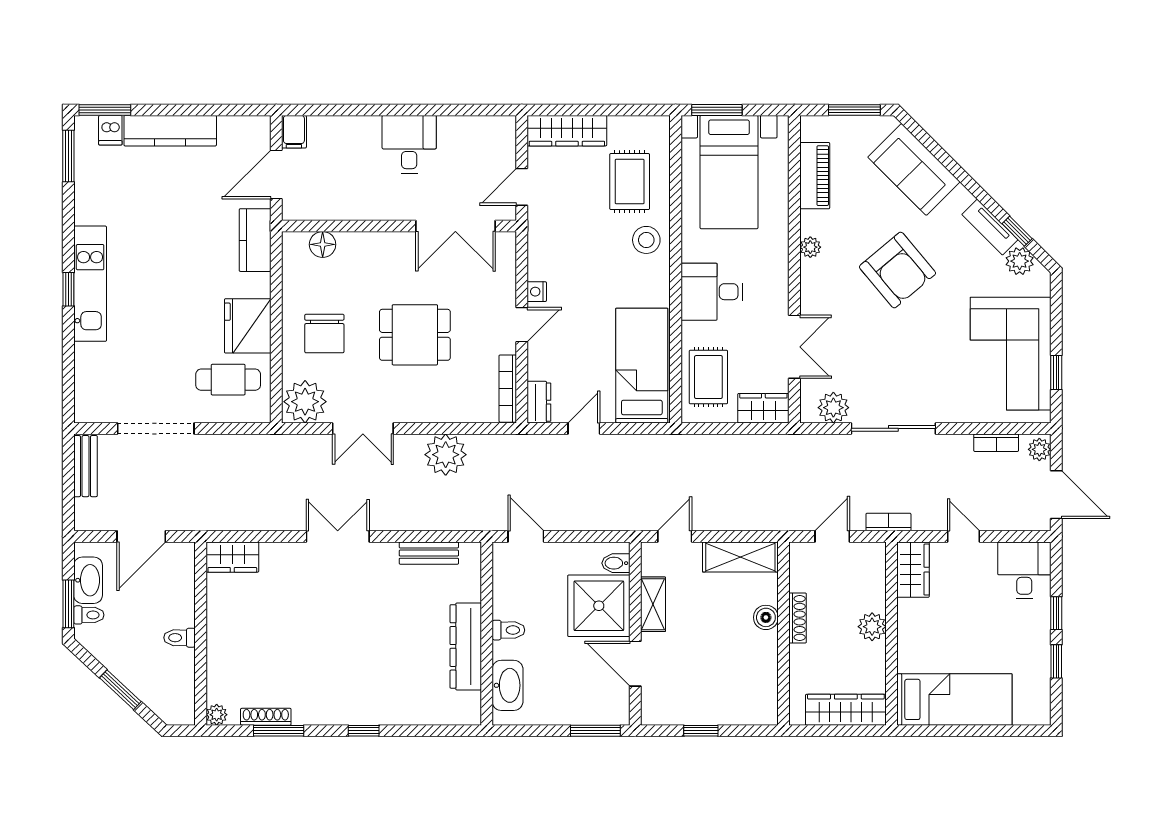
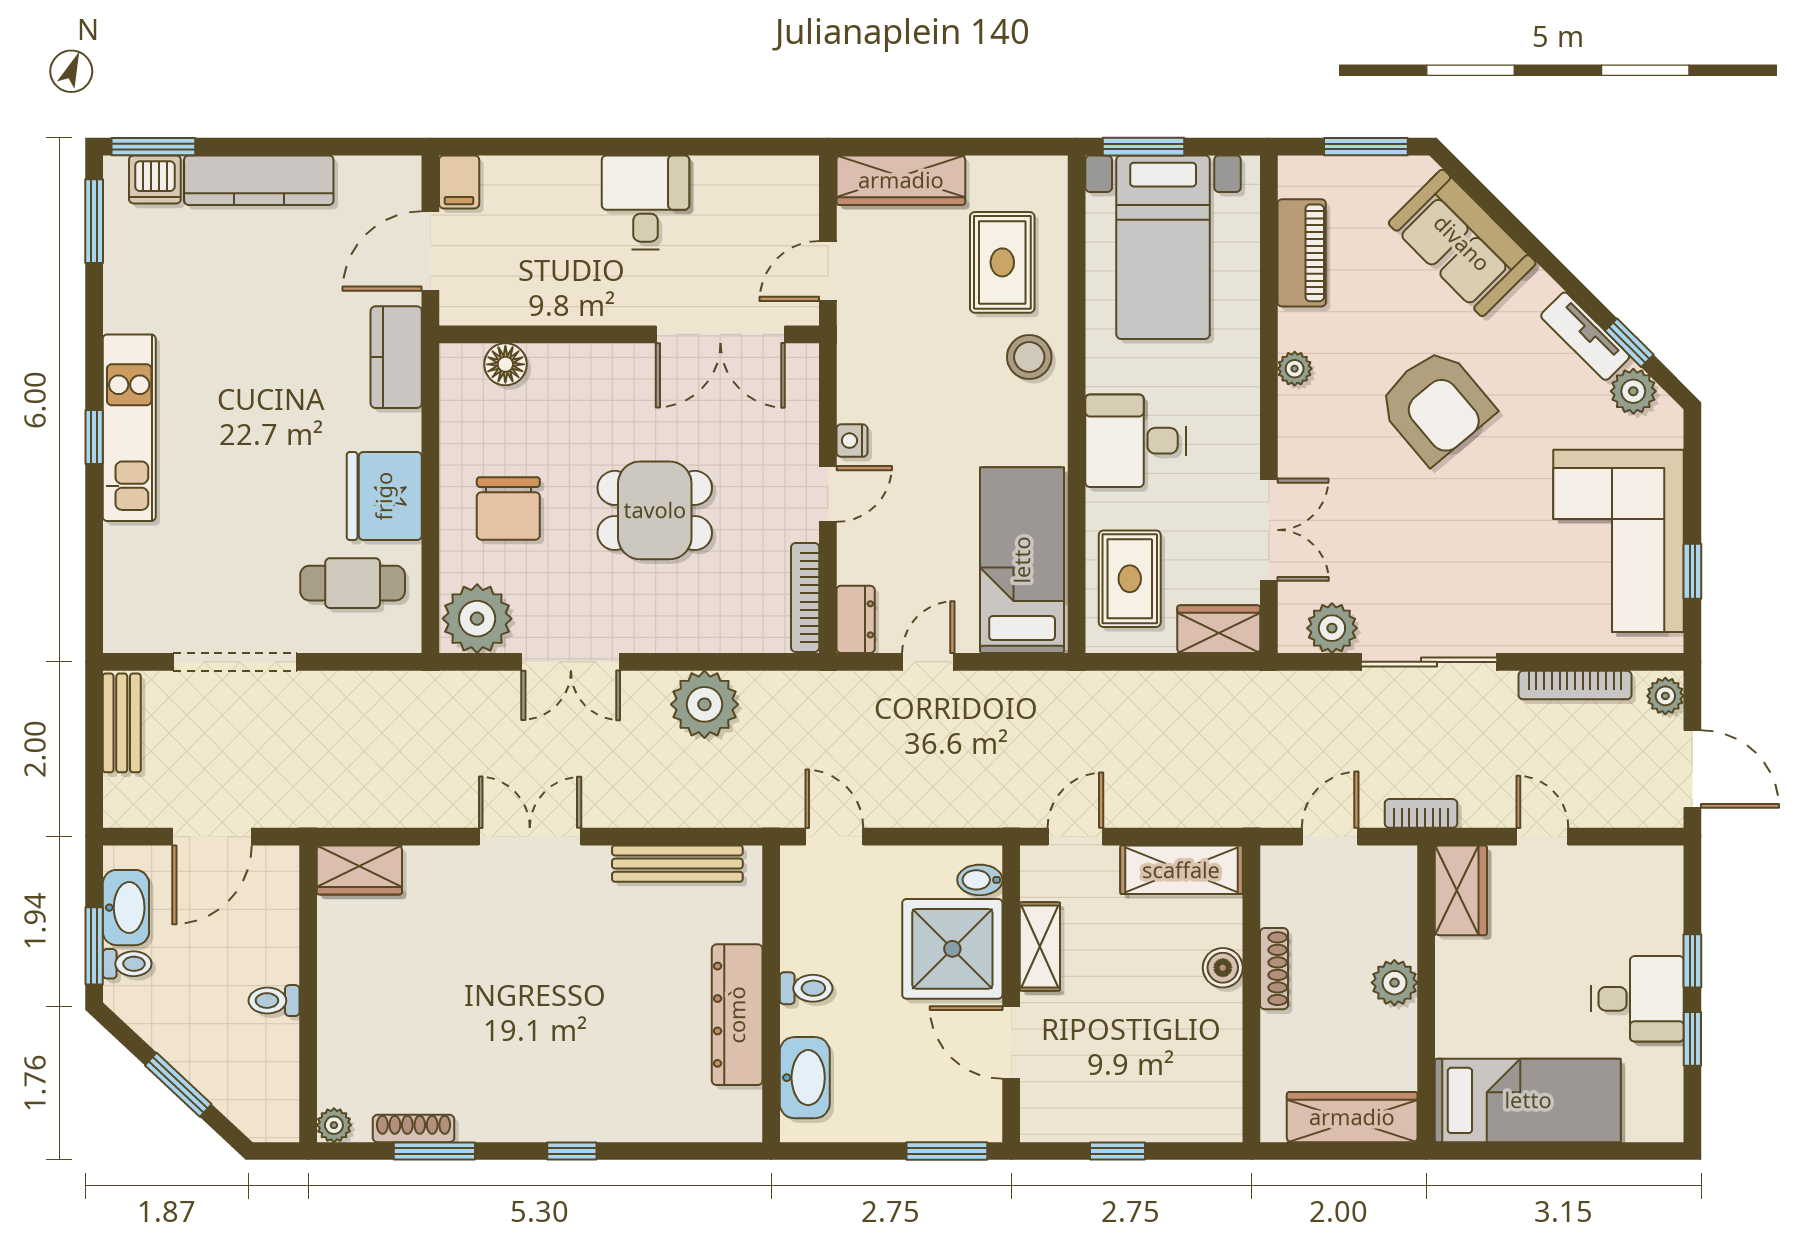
dishwasher: (110, 130) -> (155, 179), width x1.38
bookcase: (996, 443) -> (1575, 685), width x1.56
bench: (429, 553) -> (677, 864), width x1.36
desk: (1024, 570) -> (1637, 999), moved, turned 90

